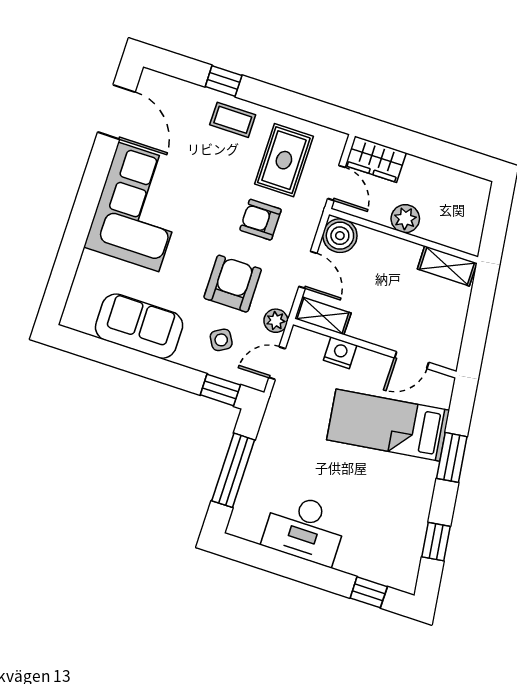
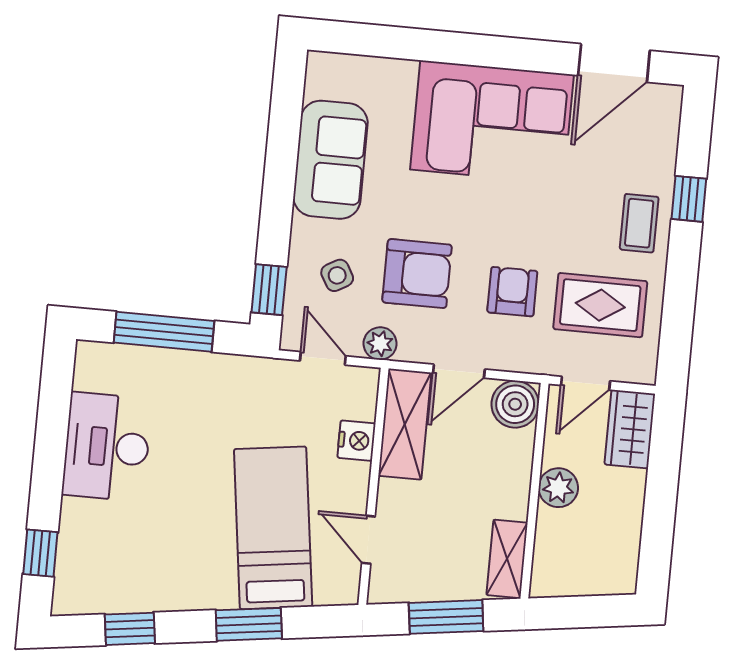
shelving: (323, 316) -> (405, 424), width x1.50, depth x1.33
window: (478, 318) -> (446, 617), added

